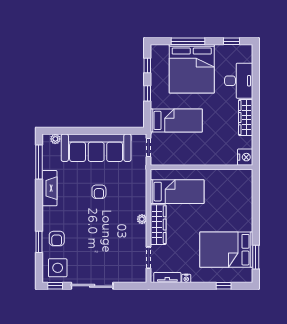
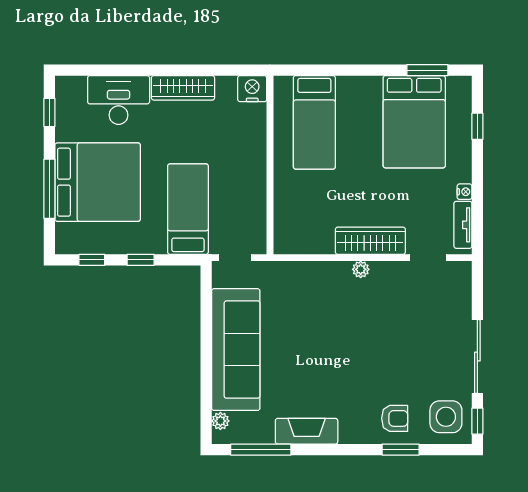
armchair: (99, 192) -> (313, 345), removed
bed: (177, 192) -> (314, 122), moved, turned 180

